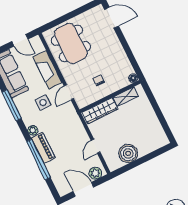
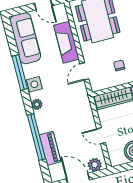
side table: (43, 102) -> (34, 84), moved
door: (96, 146) -> (101, 136), hinge flipped
piano: (43, 148) -> (50, 148), moved

